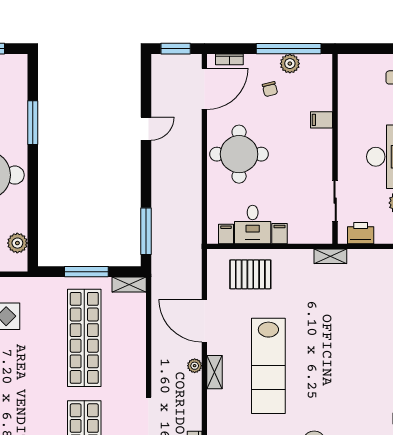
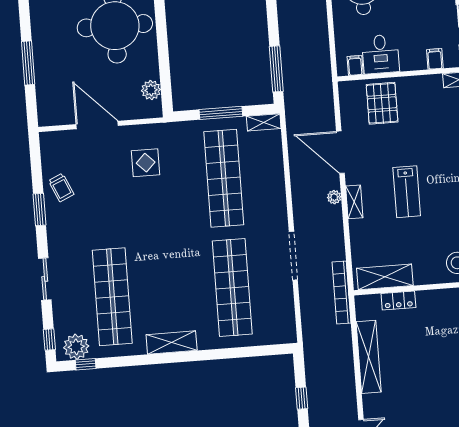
filing cabinet: (280, 234) -> (435, 59), moved
pallet: (250, 274) -> (382, 103), turned 90
lab bench: (268, 366) -> (407, 192), width x0.54, depth x0.72

